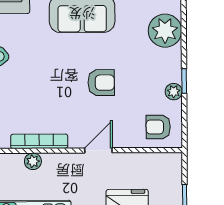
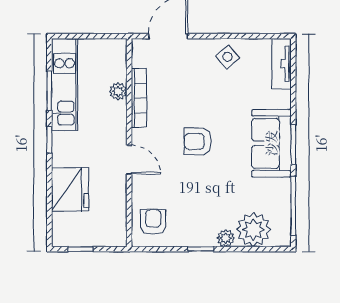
armchair: (101, 83) -> (198, 141), moved, turned 90
plant: (174, 92) -> (226, 238), moved

